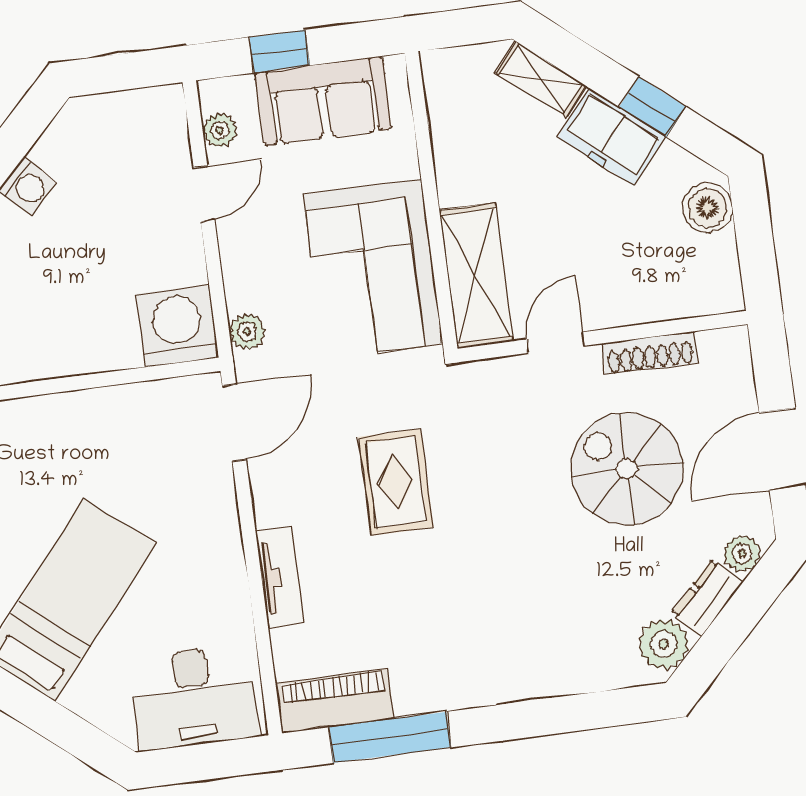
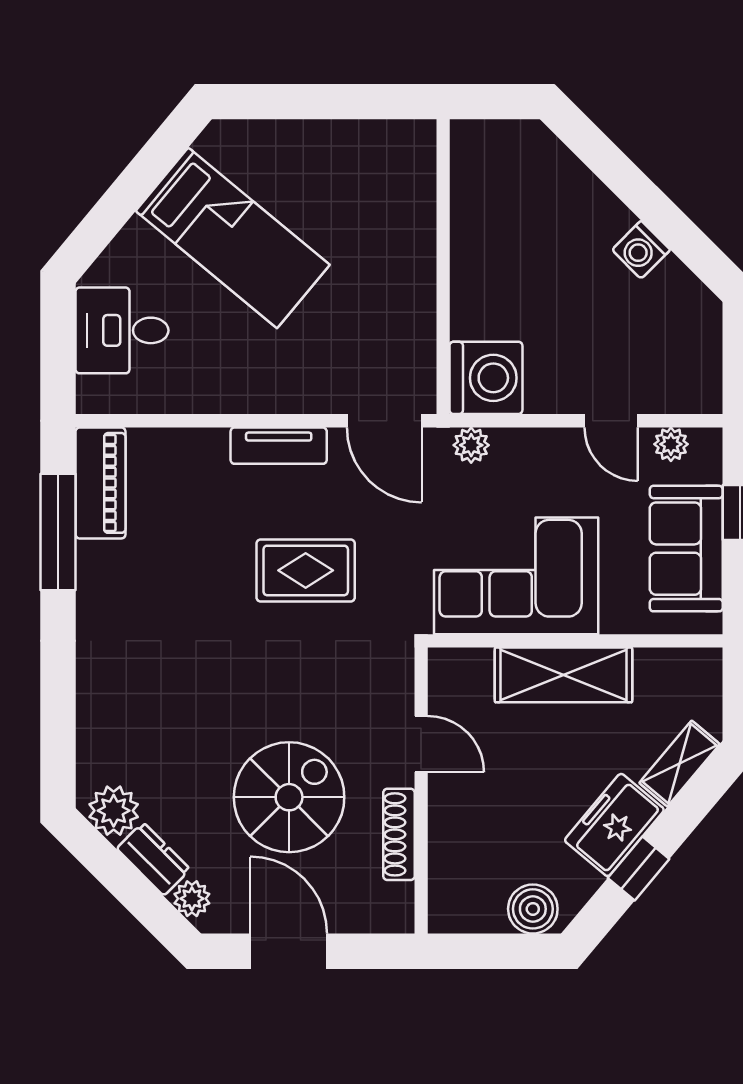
shelving: (476, 276) -> (564, 675), moved
tv unit: (280, 578) -> (279, 446), moved
desk: (194, 697) -> (122, 330), width x0.73

